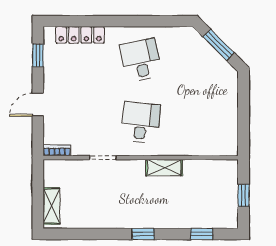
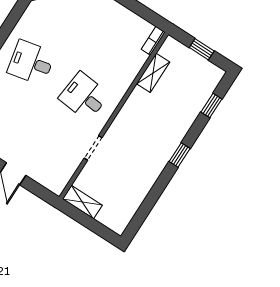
bookcase: (57, 150) -> (153, 41), moved
shelving: (164, 168) -> (153, 73), moved
shelving: (51, 206) -> (82, 202), moved

